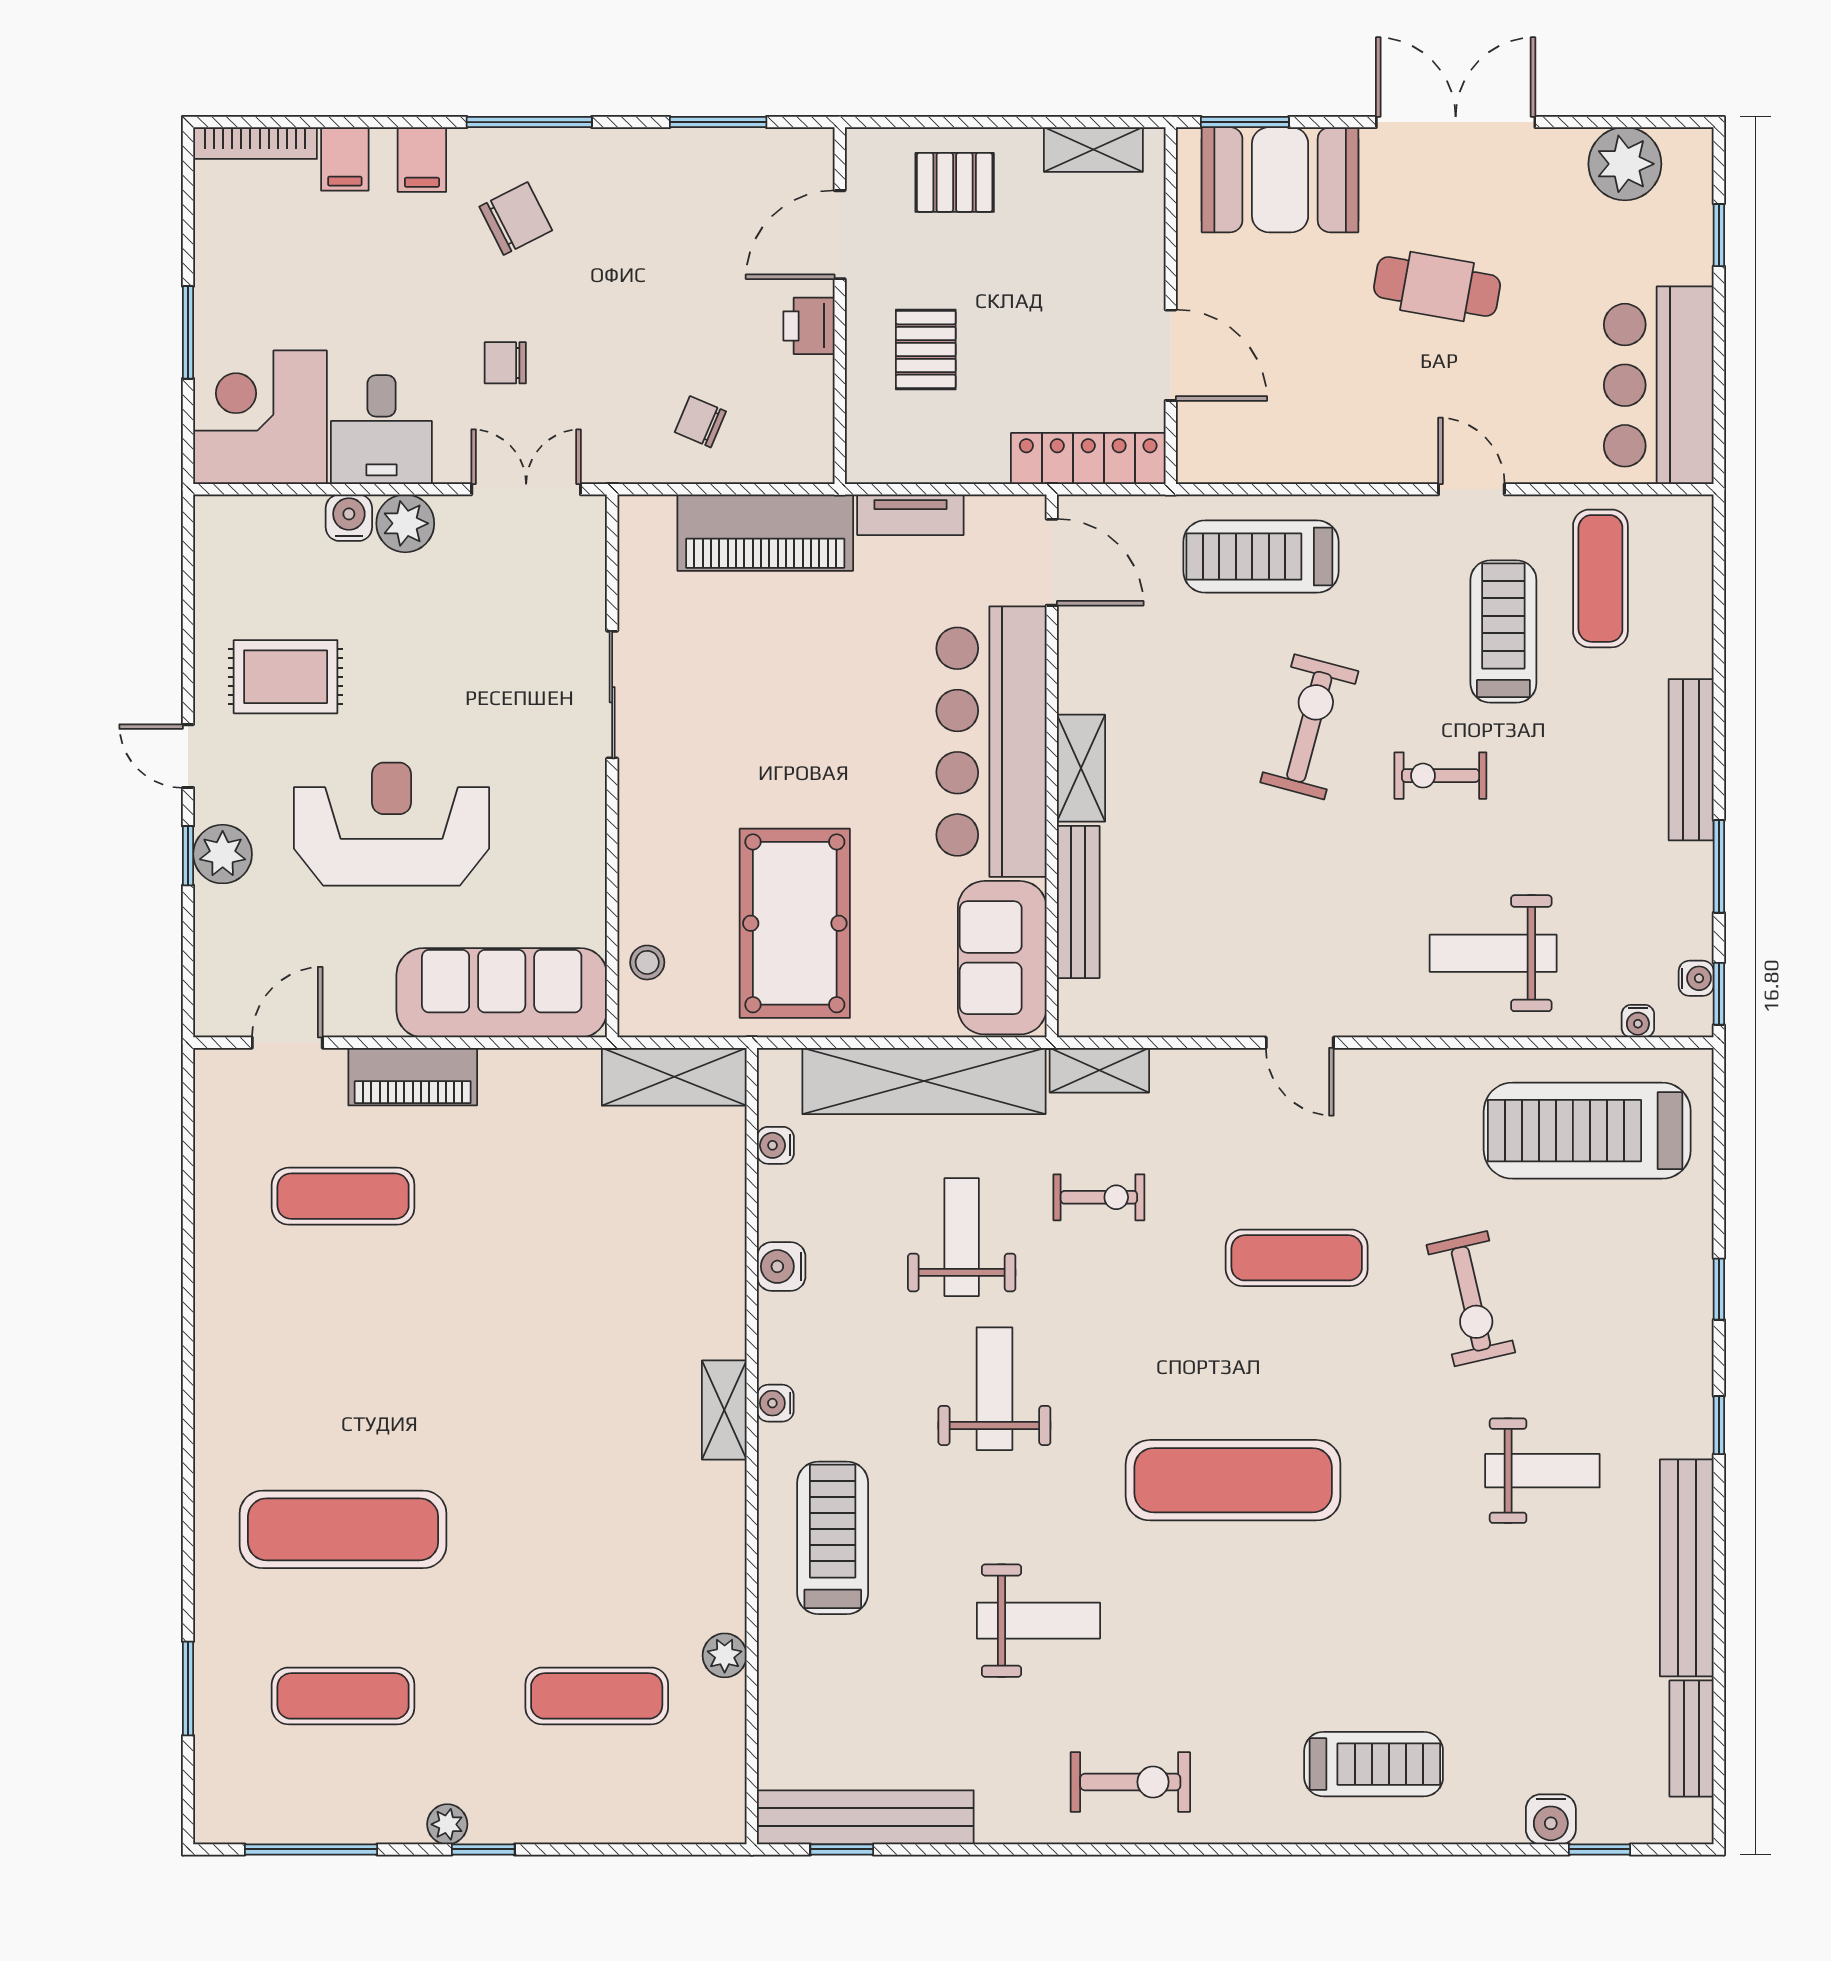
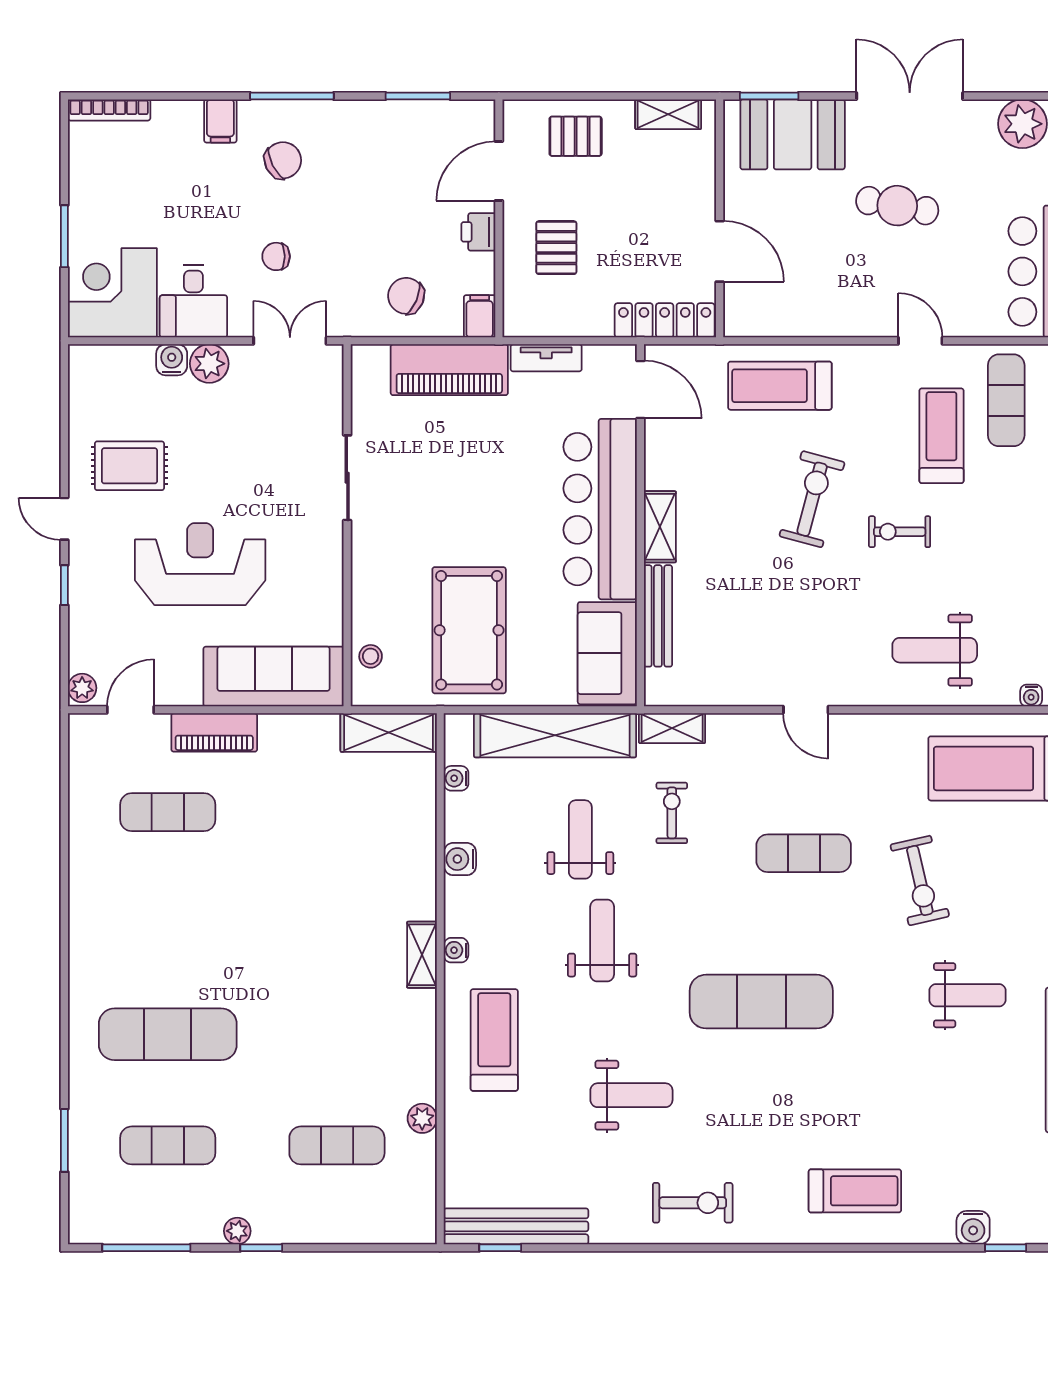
filing cabinet: (345, 159) -> (480, 316), moved, turned 180
chair: (700, 422) -> (406, 296), width x1.37, depth x1.37
plant: (223, 854) -> (82, 688), moved, width x0.73, depth x0.73
exercise bike: (1099, 1197) -> (672, 813), turned -90

